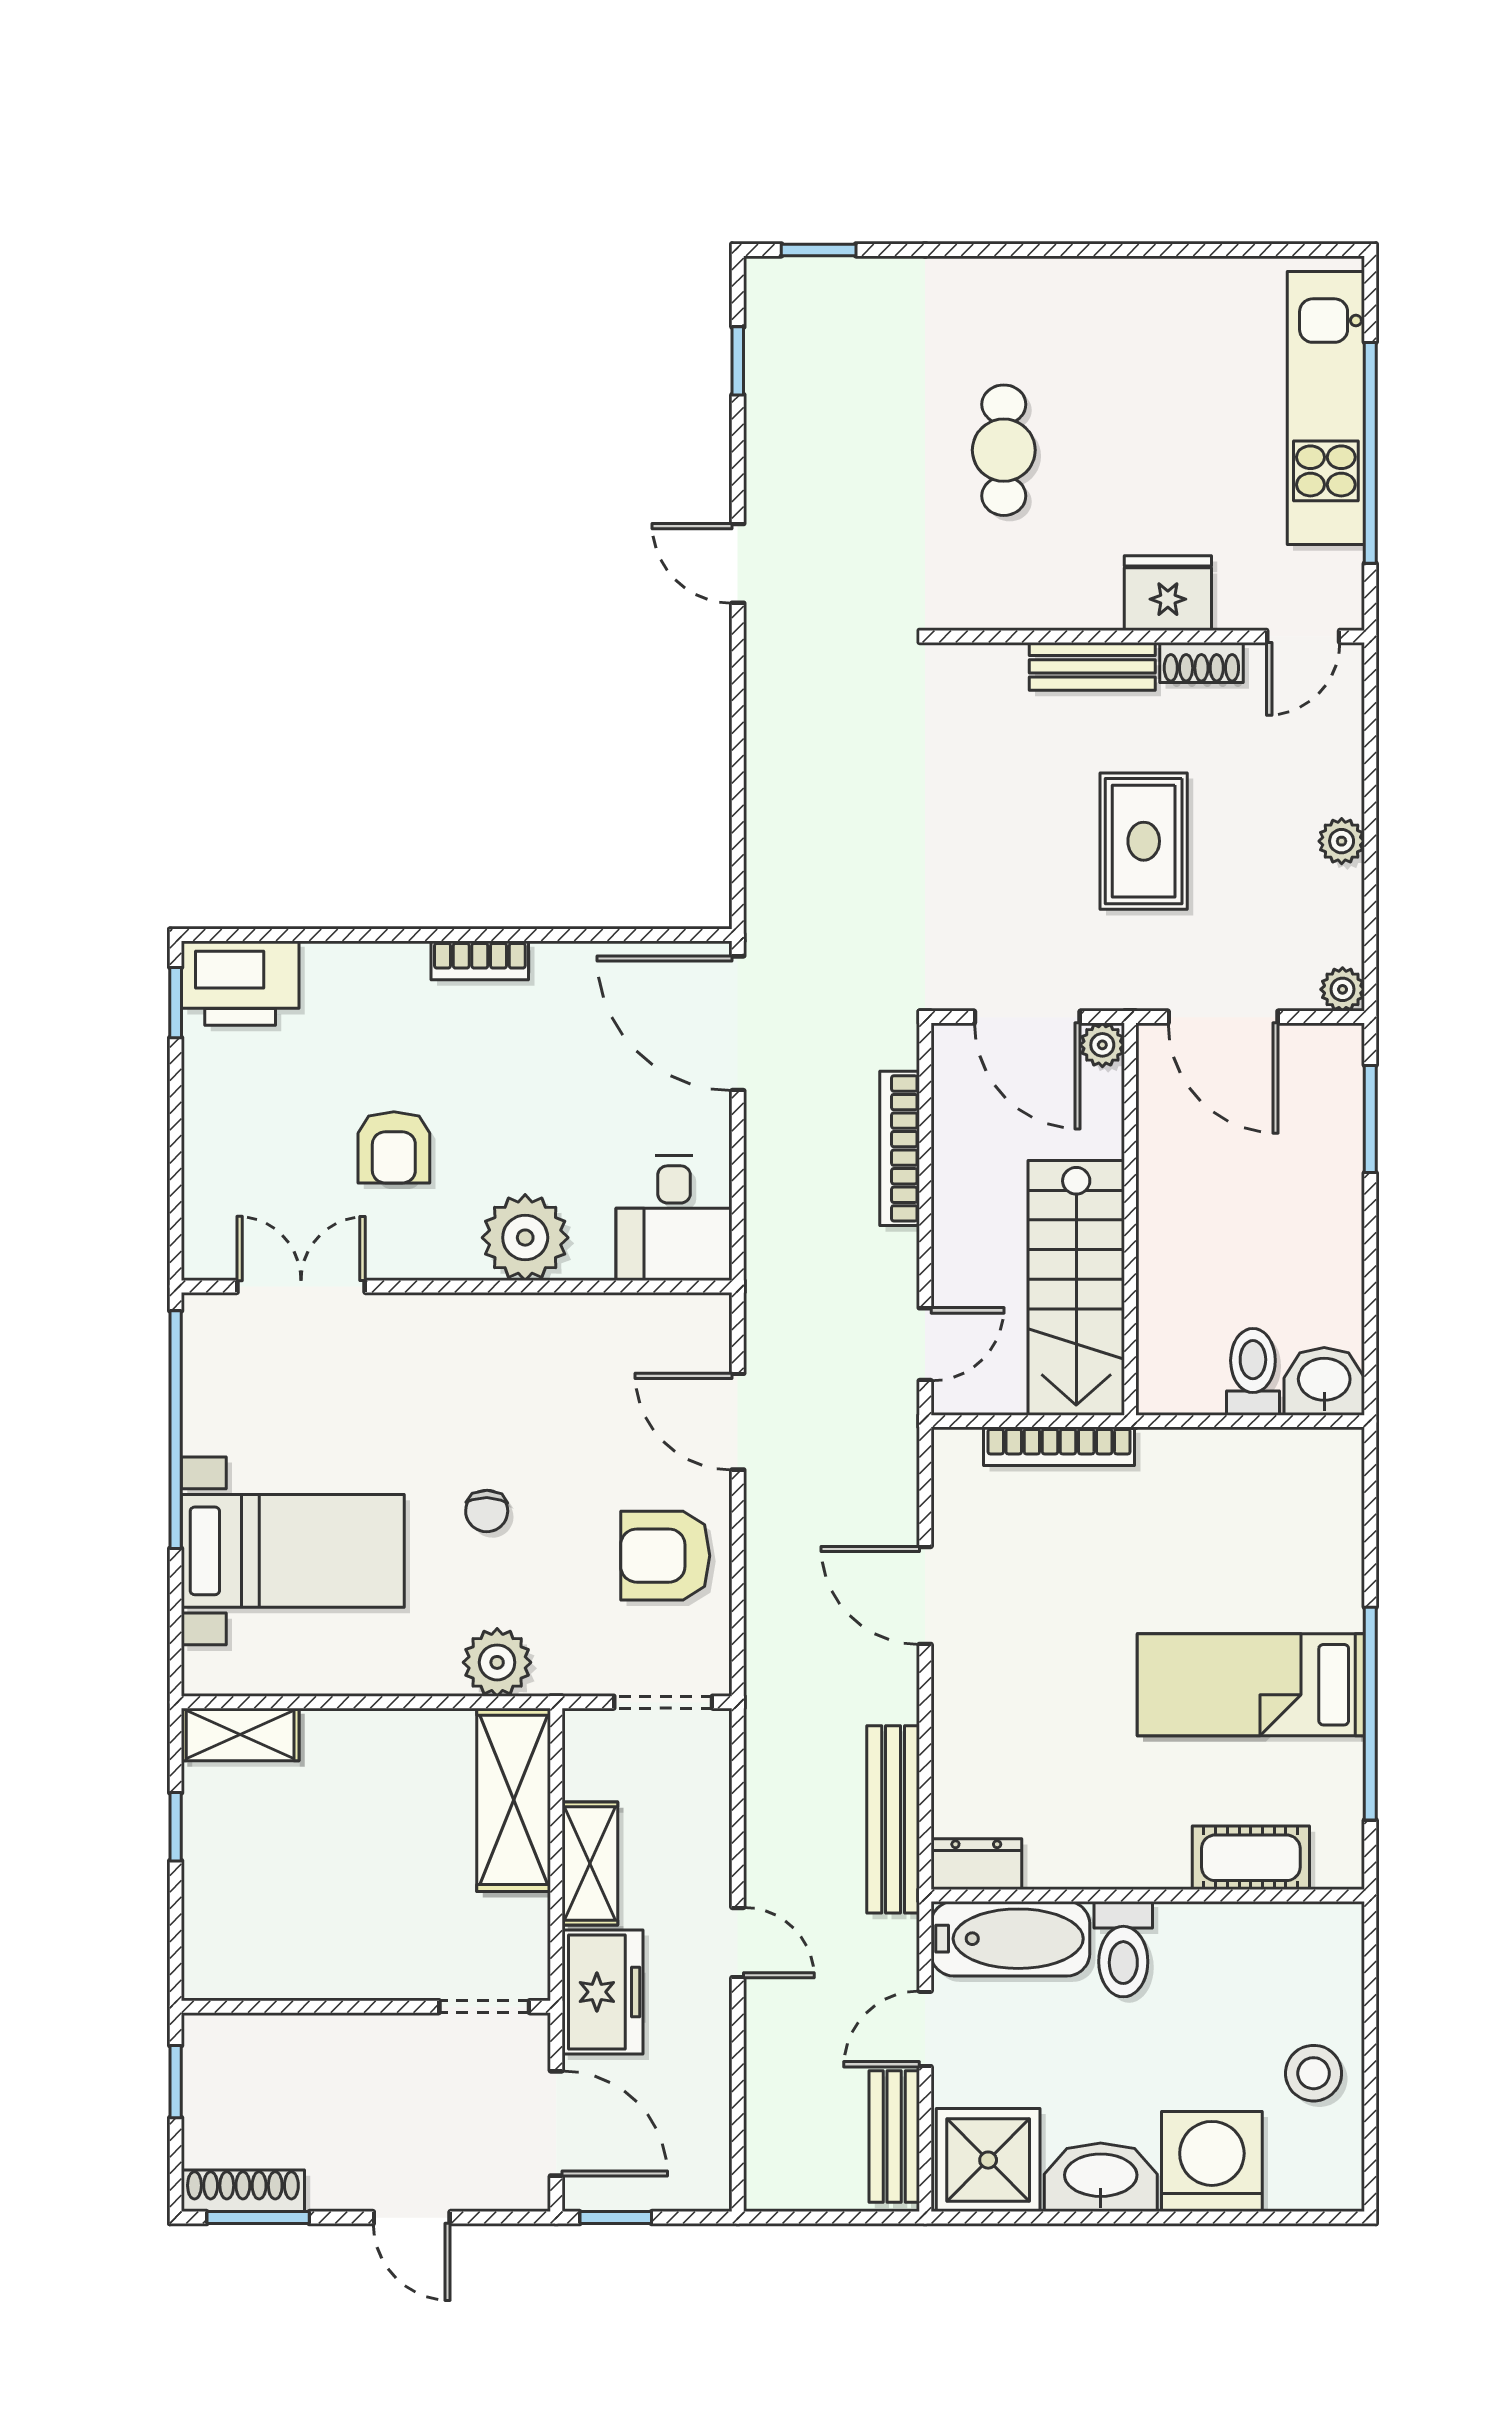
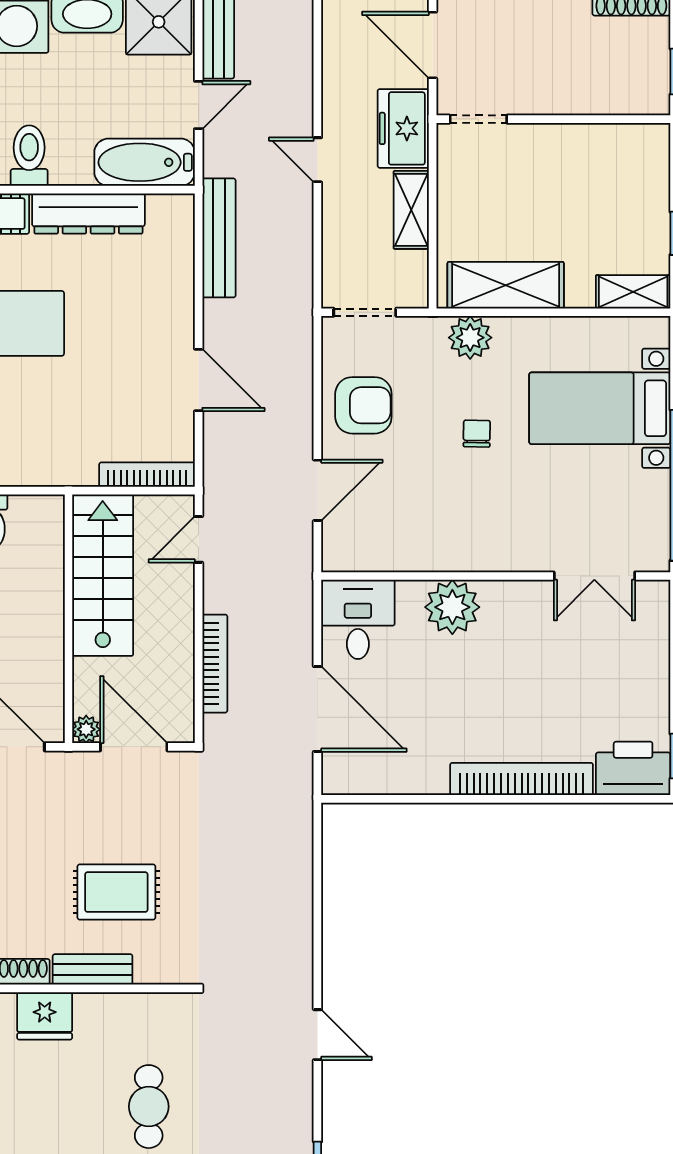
rug: (1144, 841) -> (116, 892), moved, turned 90
bookcase: (480, 960) -> (522, 779), width x2.31, depth x1.31
door: (738, 1023) -> (317, 709), moved
armchair: (394, 1147) -> (536, 664), removed
door: (738, 1422) -> (317, 490), hinge flipped
bookcase: (1059, 1446) -> (147, 475), moved
shelving: (514, 1800) -> (506, 285), moved, turned 90
dresser: (976, 1864) -> (88, 213), moved, width x1.96, depth x1.24
toilet: (1123, 1949) -> (29, 156), moved

